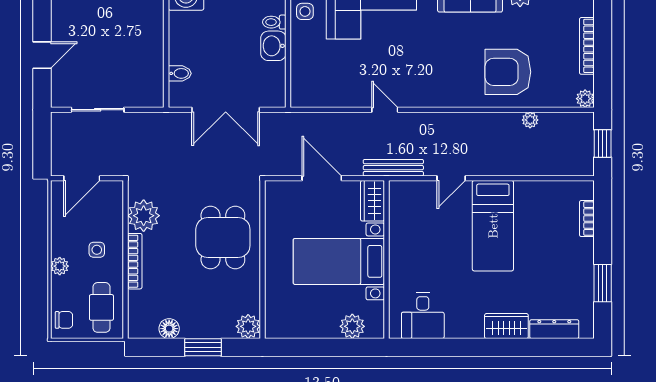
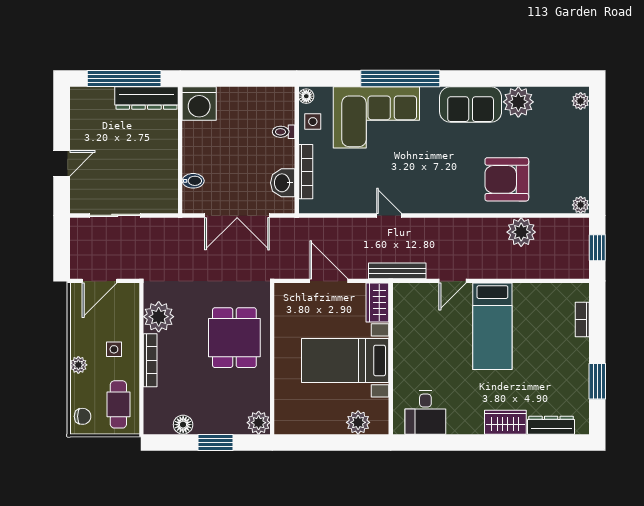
washbasin: (273, 46) -> (283, 183), moved
bookcase: (587, 46) -> (306, 172), moved, turned 180
plant: (530, 120) -> (521, 232), width x1.88, depth x1.88

